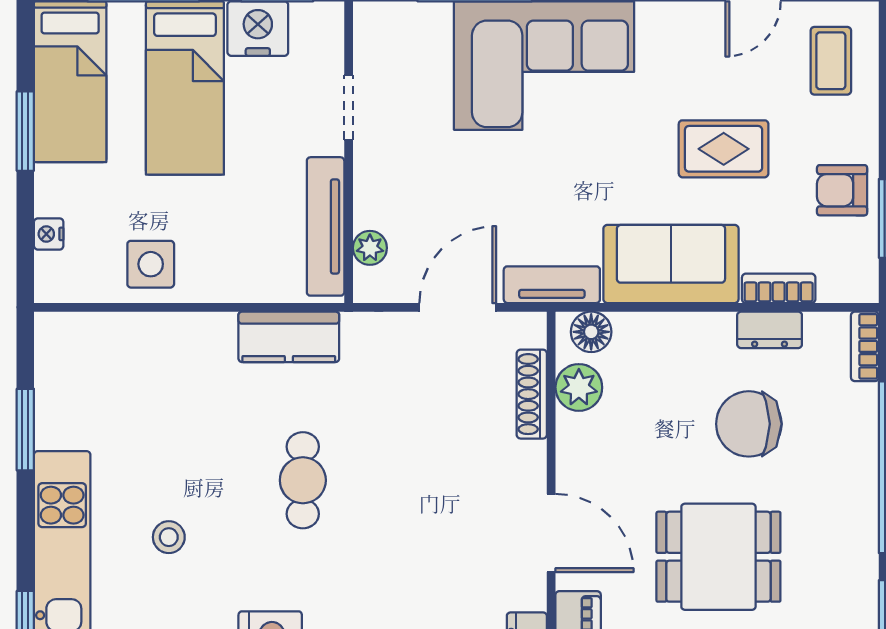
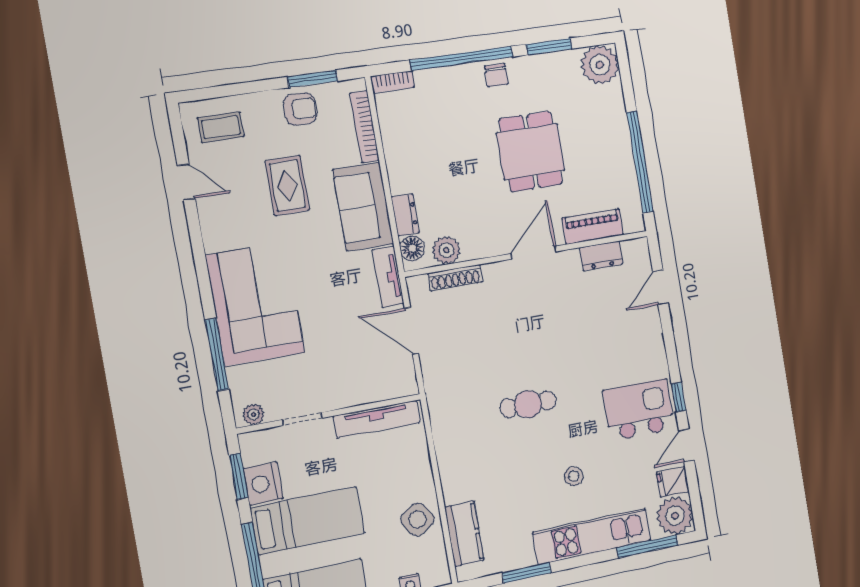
armchair: (842, 190) -> (300, 109), turned -90
plant: (370, 248) -> (253, 415), moved
side table: (151, 264) -> (417, 519), turned -33
bookcase: (779, 288) -> (365, 127), width x1.56
dresser: (770, 330) -> (405, 215), moved
kitchen counter: (289, 337) -> (464, 534), moved
chair: (749, 424) -> (496, 75), moved, width x0.54, depth x0.54

